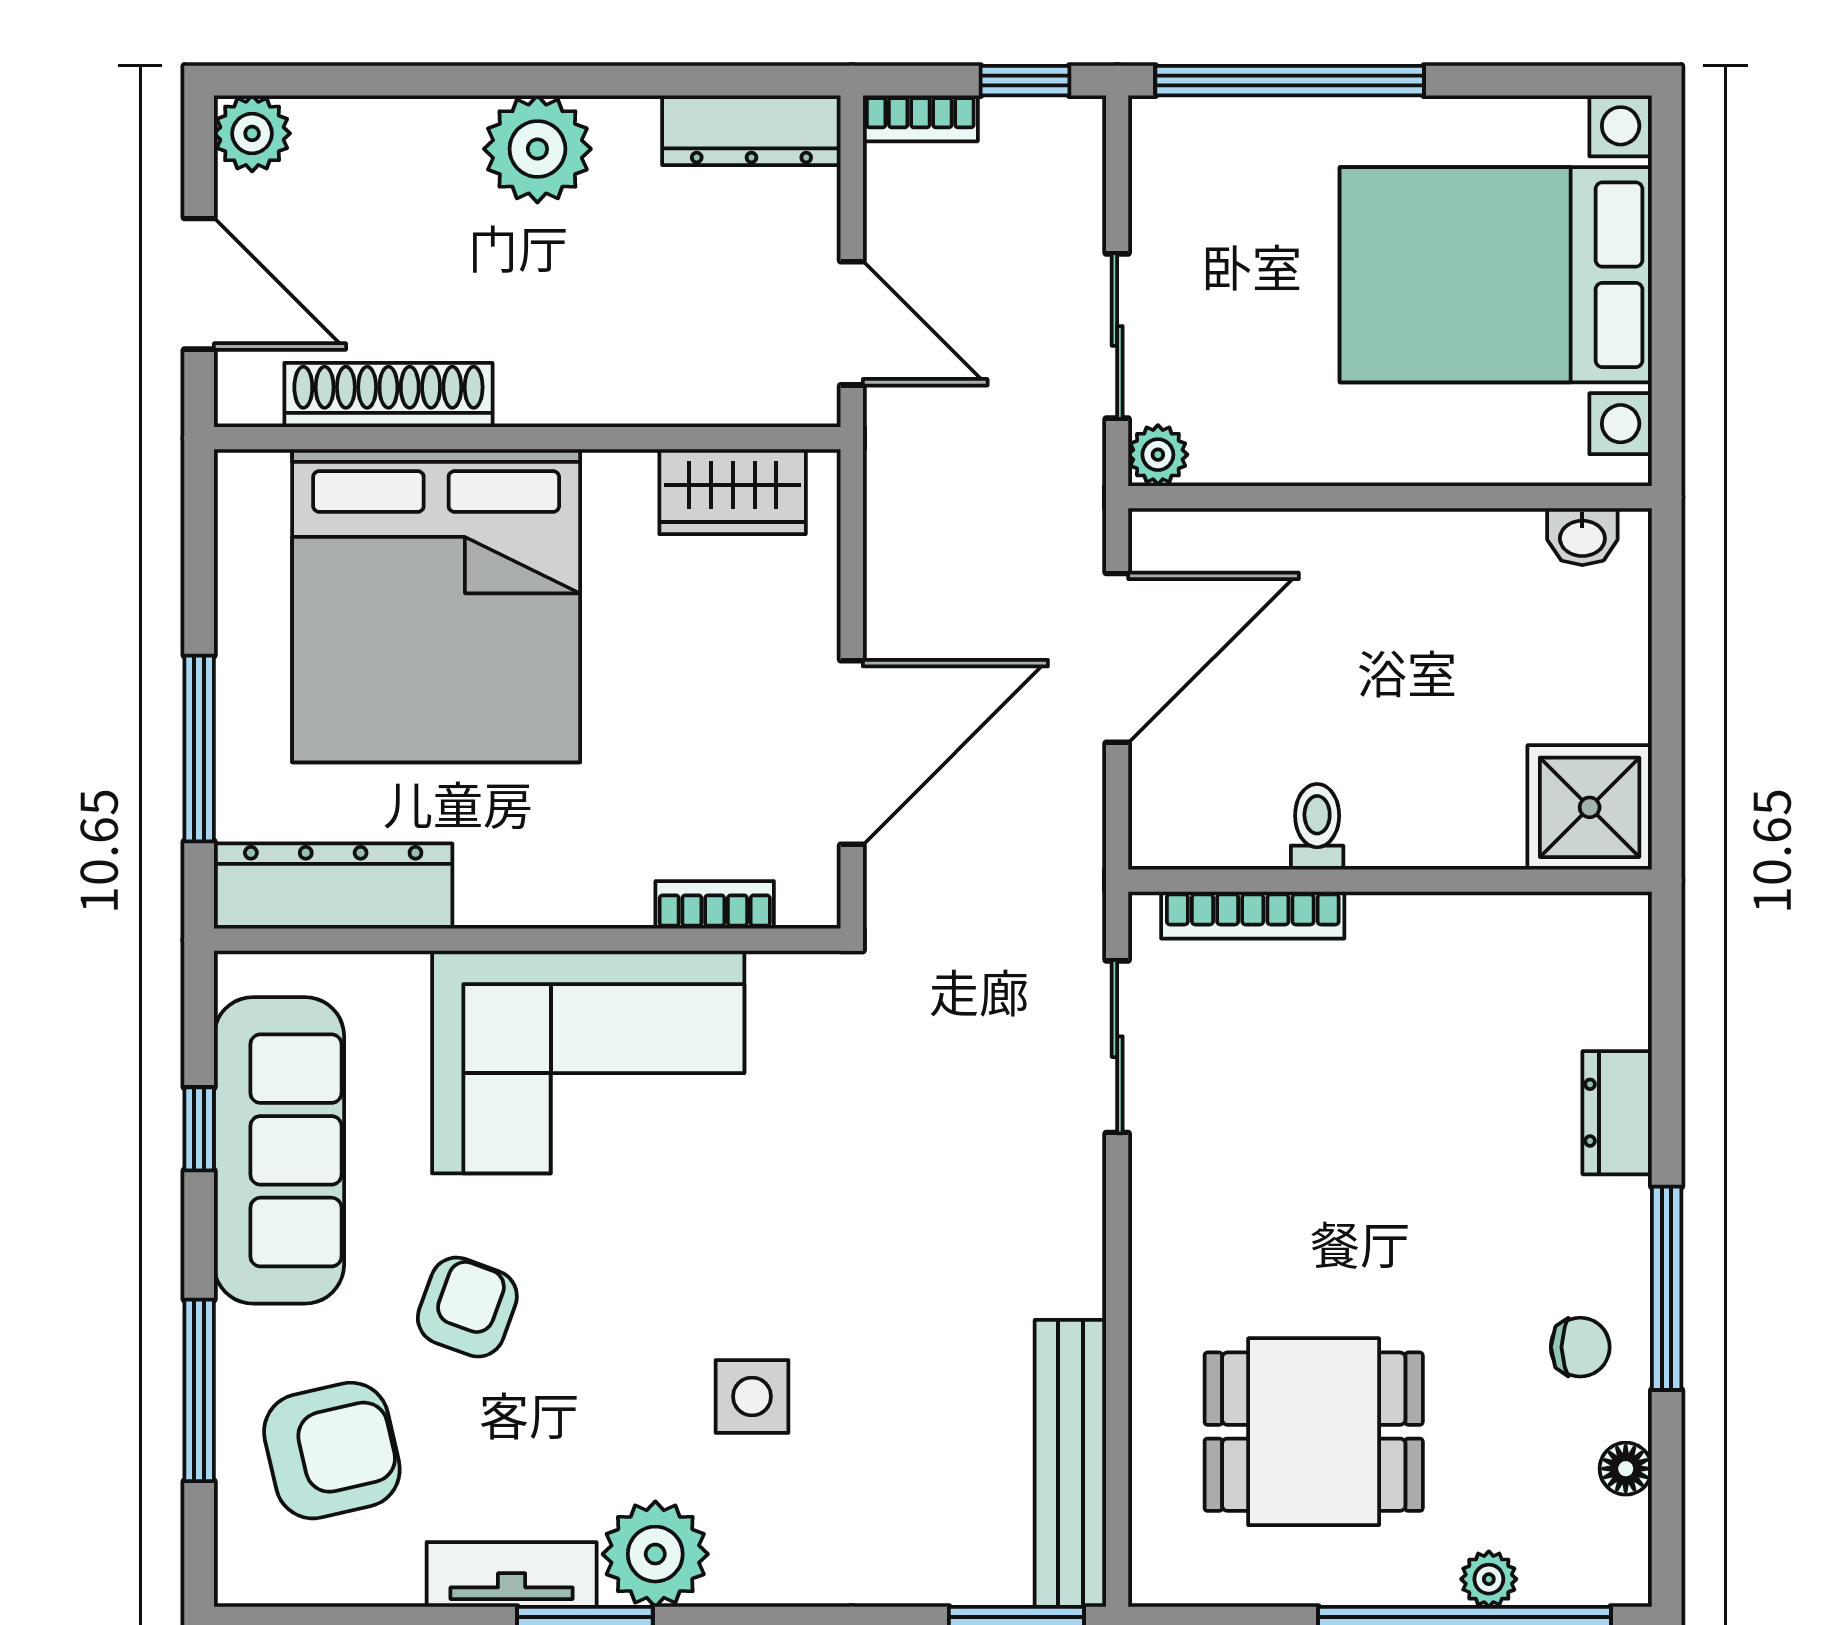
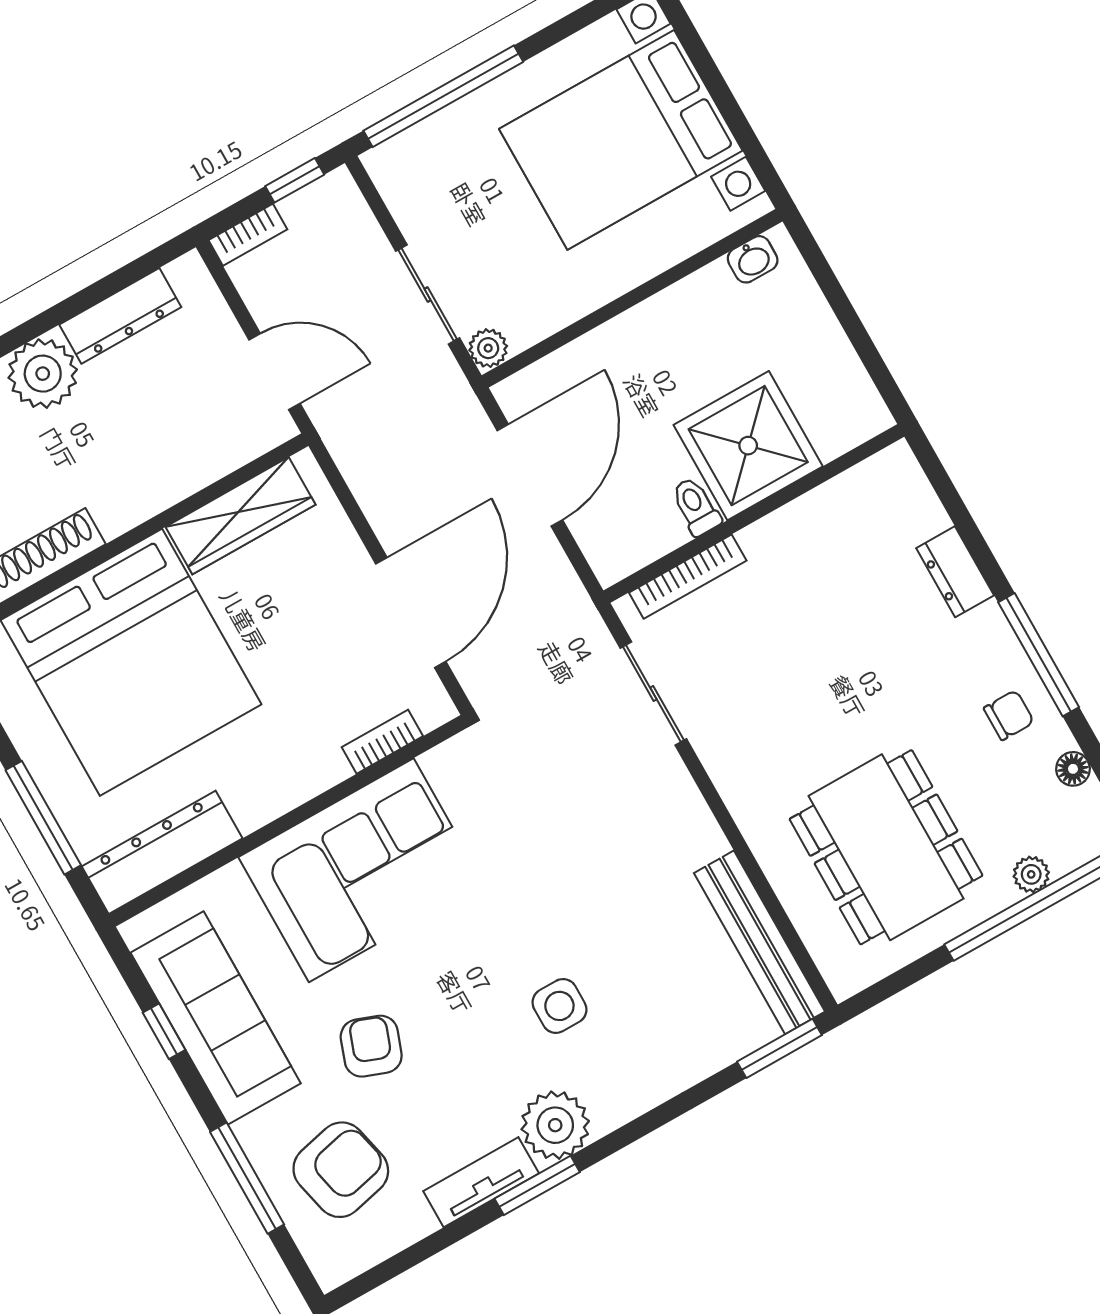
dresser: (751, 130) -> (120, 316), moved
wardrobe: (733, 492) -> (241, 516), width x1.50
shower: (1590, 807) -> (748, 446), moved, width x1.37, depth x1.37
dining table: (1314, 1432) -> (886, 847), width x1.37

